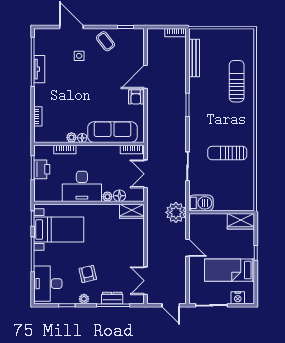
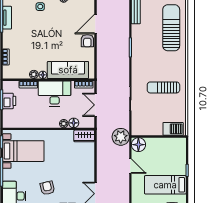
sun lounger: (237, 81) -> (171, 28), width x1.36, depth x1.34
desk: (82, 186) -> (55, 94), moved, turned 180
barbecue: (201, 203) -> (173, 129), moved
wardrobe: (241, 221) -> (175, 144), removed
floor lamp: (197, 222) -> (138, 145), added

